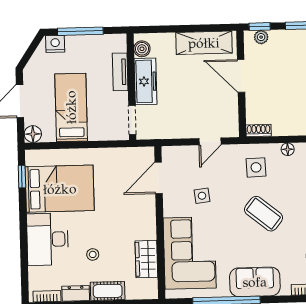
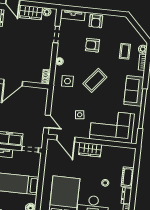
door: (210, 141) -> (47, 121), moved
wardrobe: (146, 259) -> (90, 150), moved

